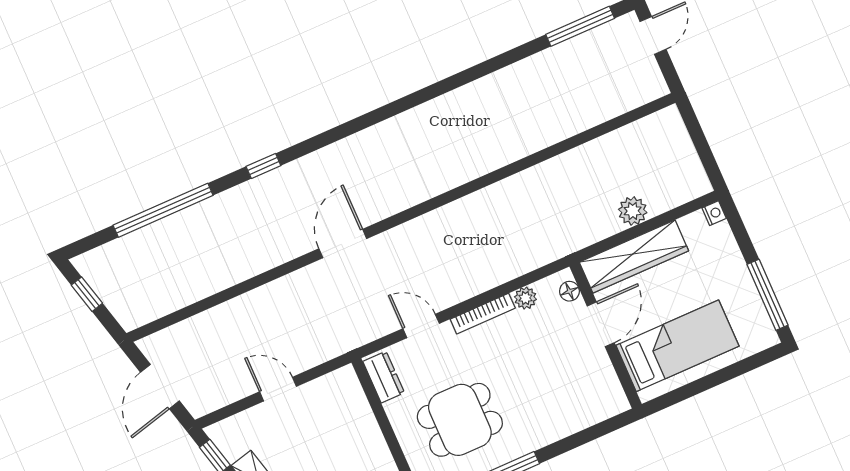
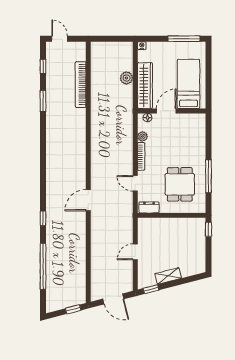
window: (580, 26) -> (43, 66), width x0.46
window: (508, 58) -> (43, 101), added
bookcase: (577, 121) -> (81, 85), added
door: (343, 244) -> (88, 200), hinge flipped
window: (87, 294) -> (73, 309), moved
door: (601, 324) -> (166, 111), hinge flipped
door: (421, 326) -> (135, 183), hinge flipped

